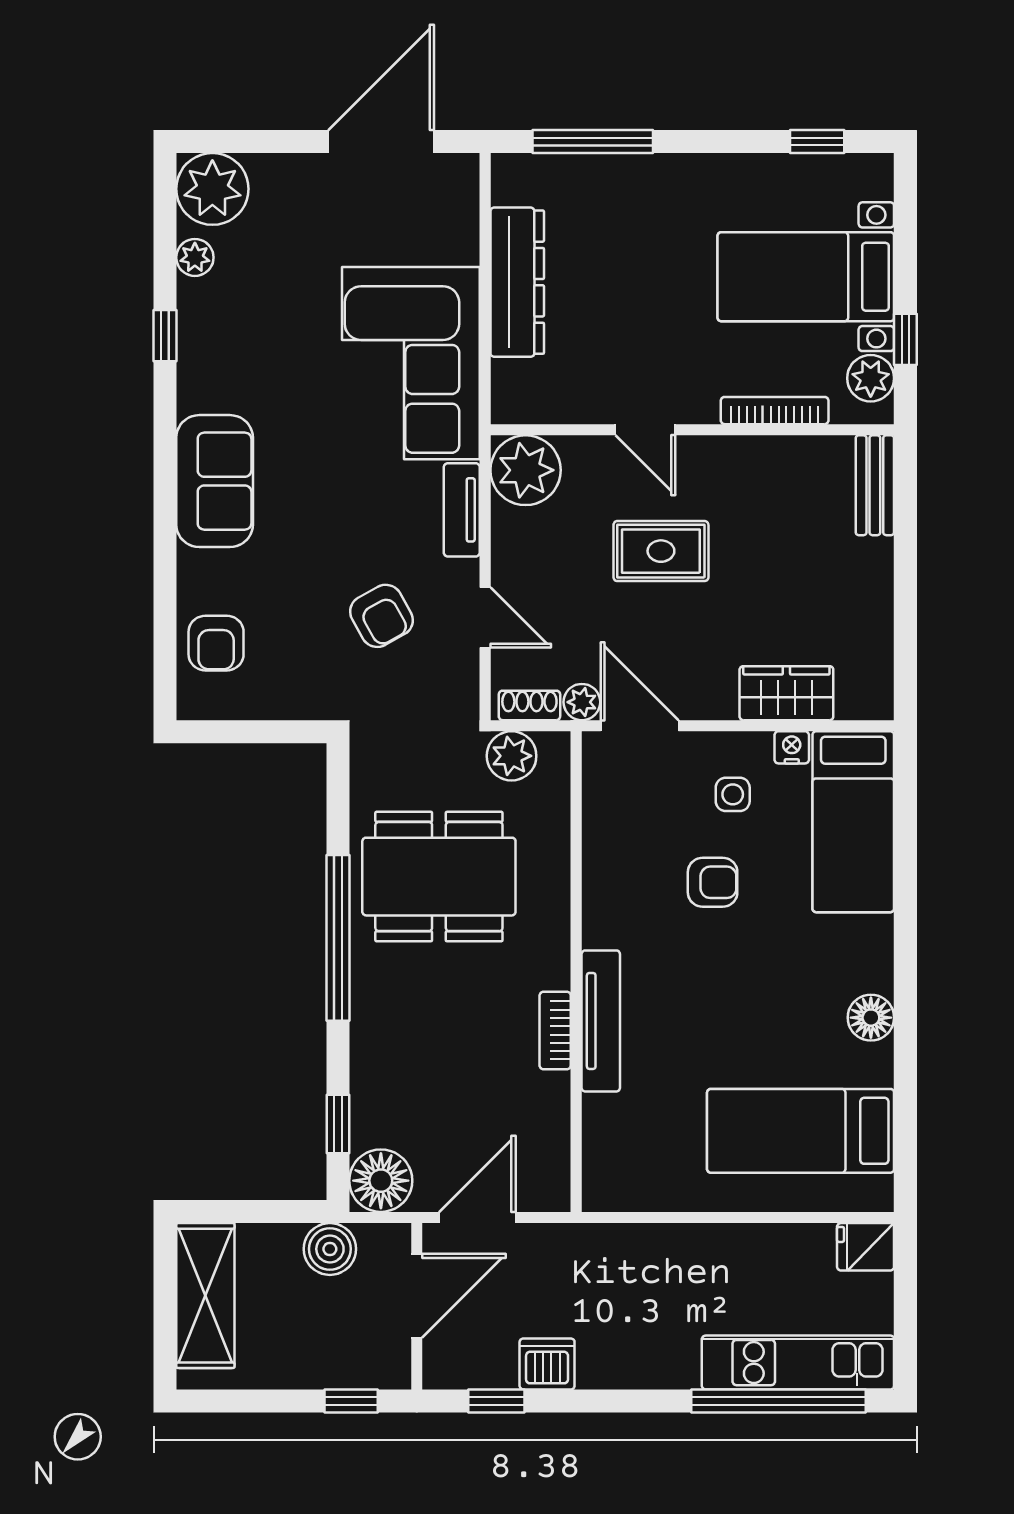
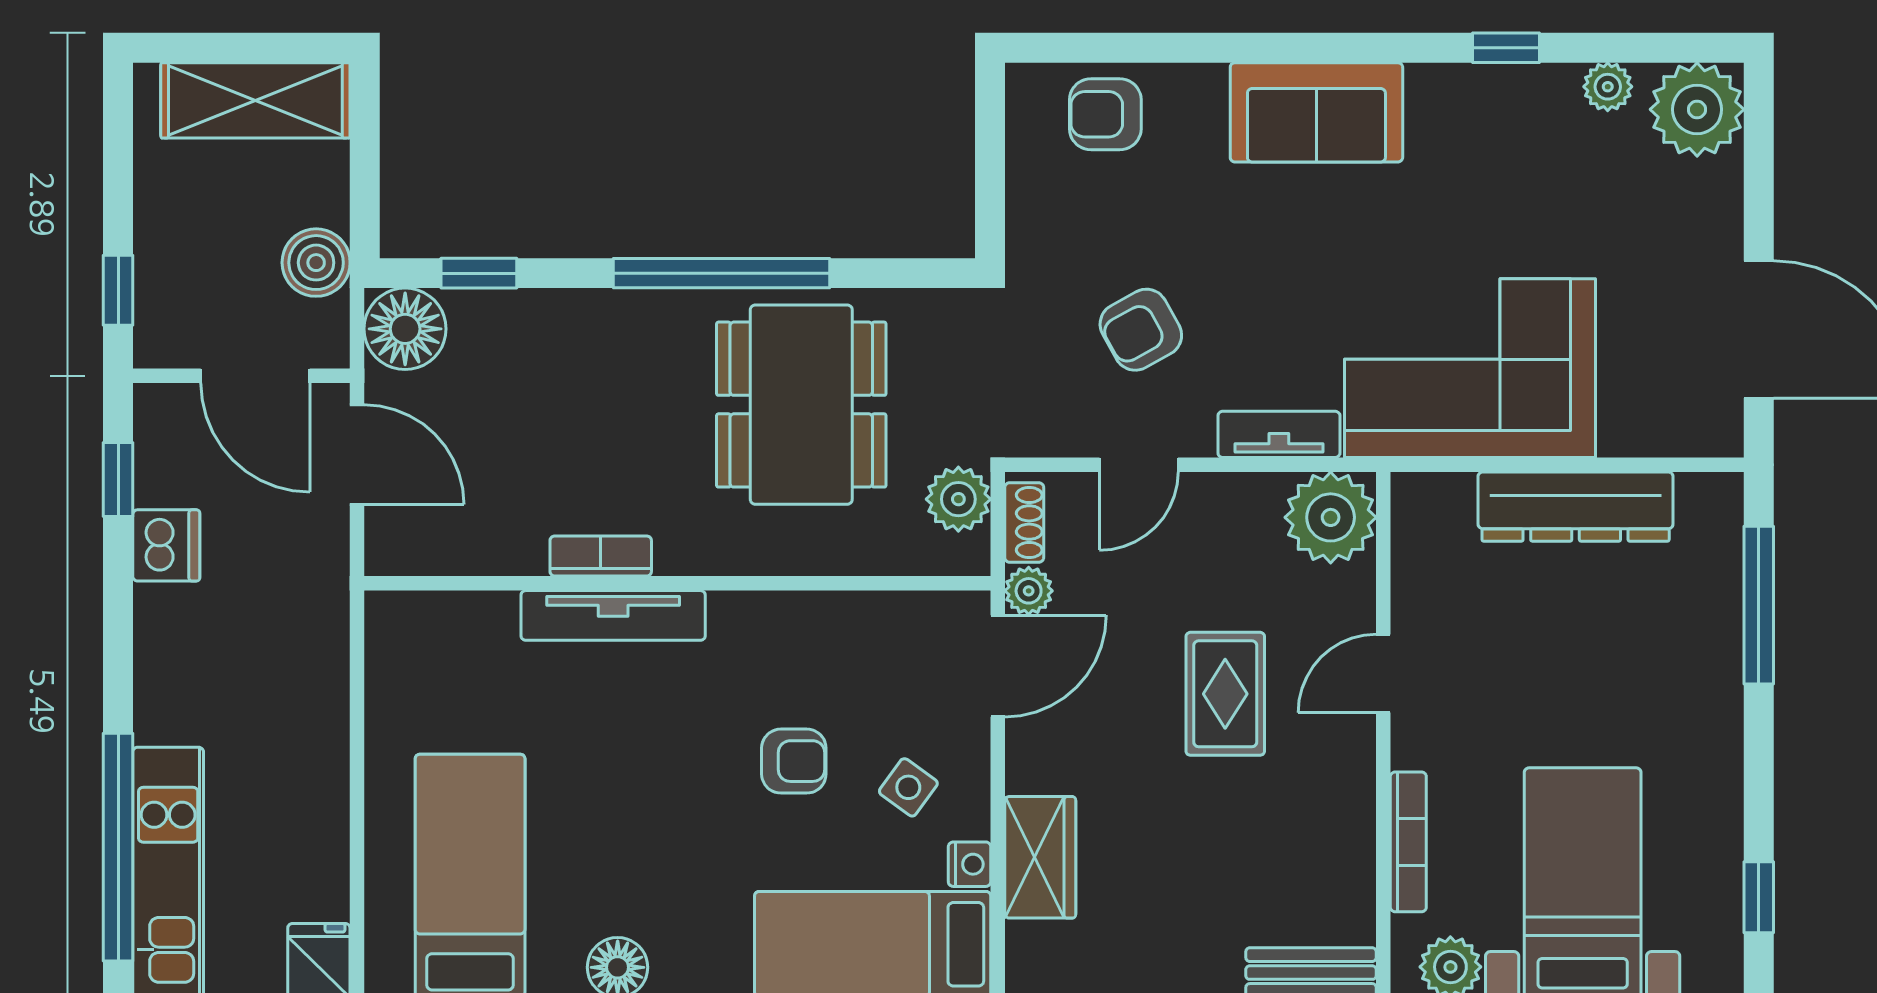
side table: (733, 794) -> (908, 787), turned 36
armchair: (713, 882) -> (794, 761), turned -90

